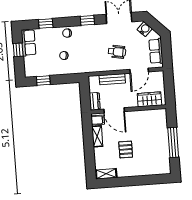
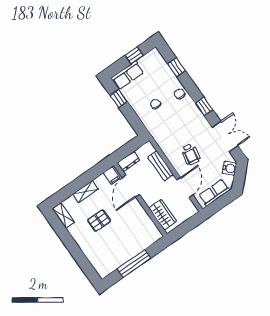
row of seats: (28, 43) -> (128, 75), moved
door: (139, 71) -> (185, 187), swing flipped
shelving: (97, 136) -> (86, 191), moved

